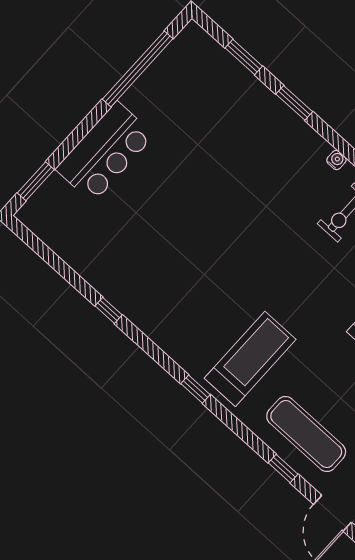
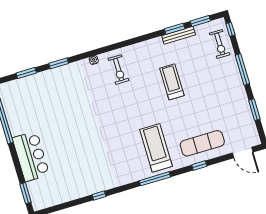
window: (196, 389) -> (155, 179), width x2.17
window: (283, 469) -> (199, 166), moved

